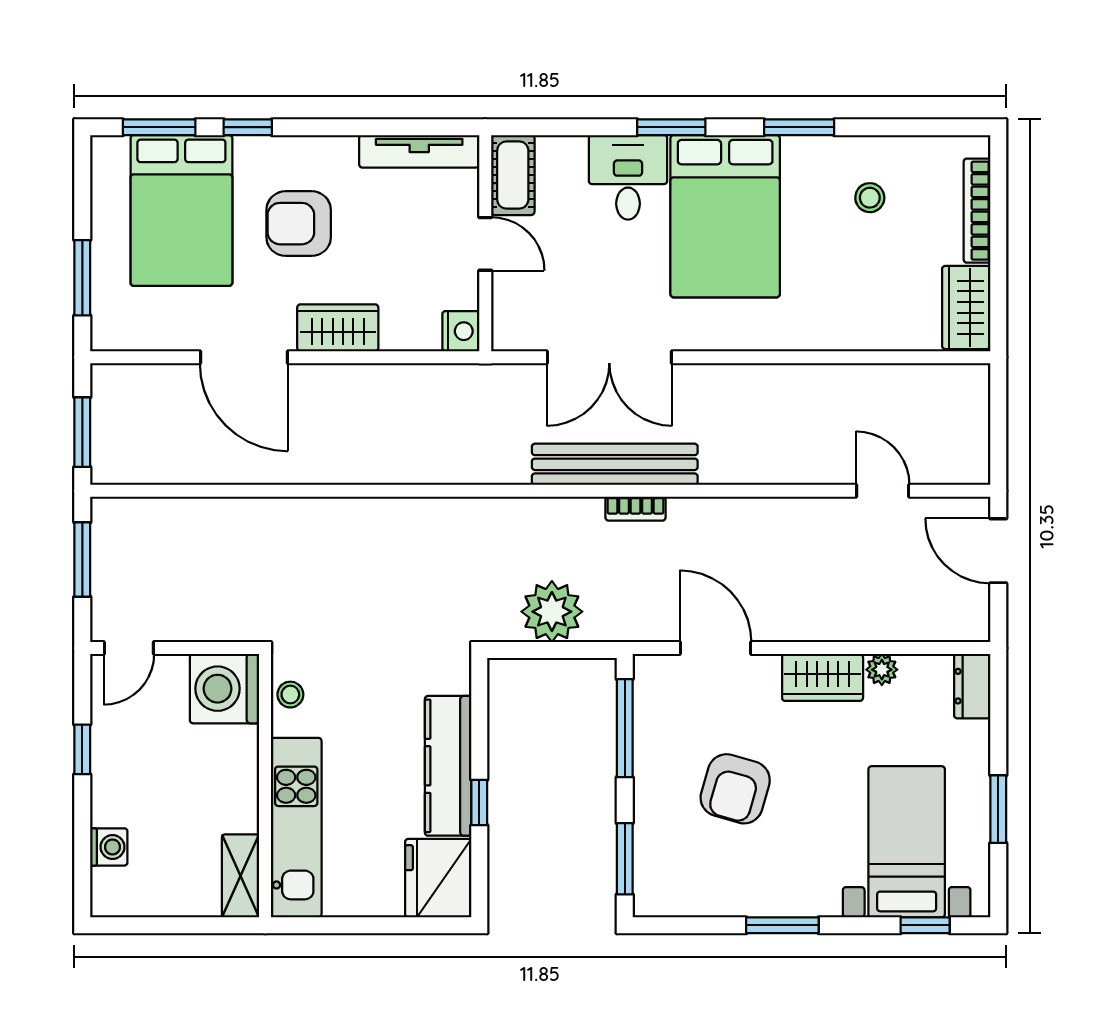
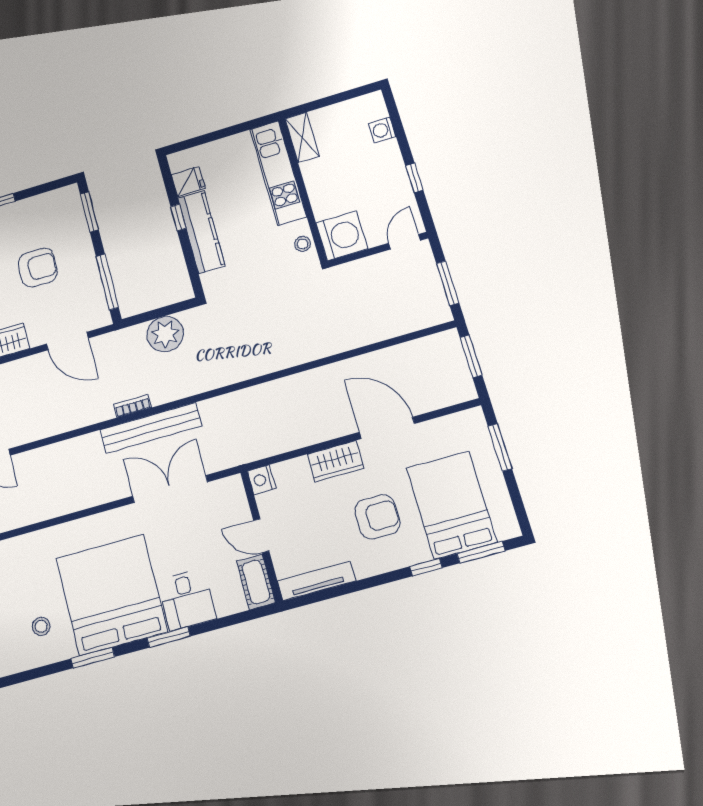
bed: (725, 216) -> (112, 595), width x1.36
armchair: (735, 789) -> (38, 268), turned 74
fridge: (438, 878) -> (188, 181), width x0.53, depth x0.75

